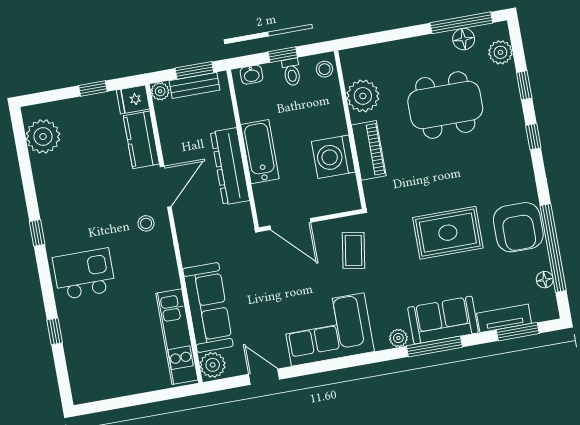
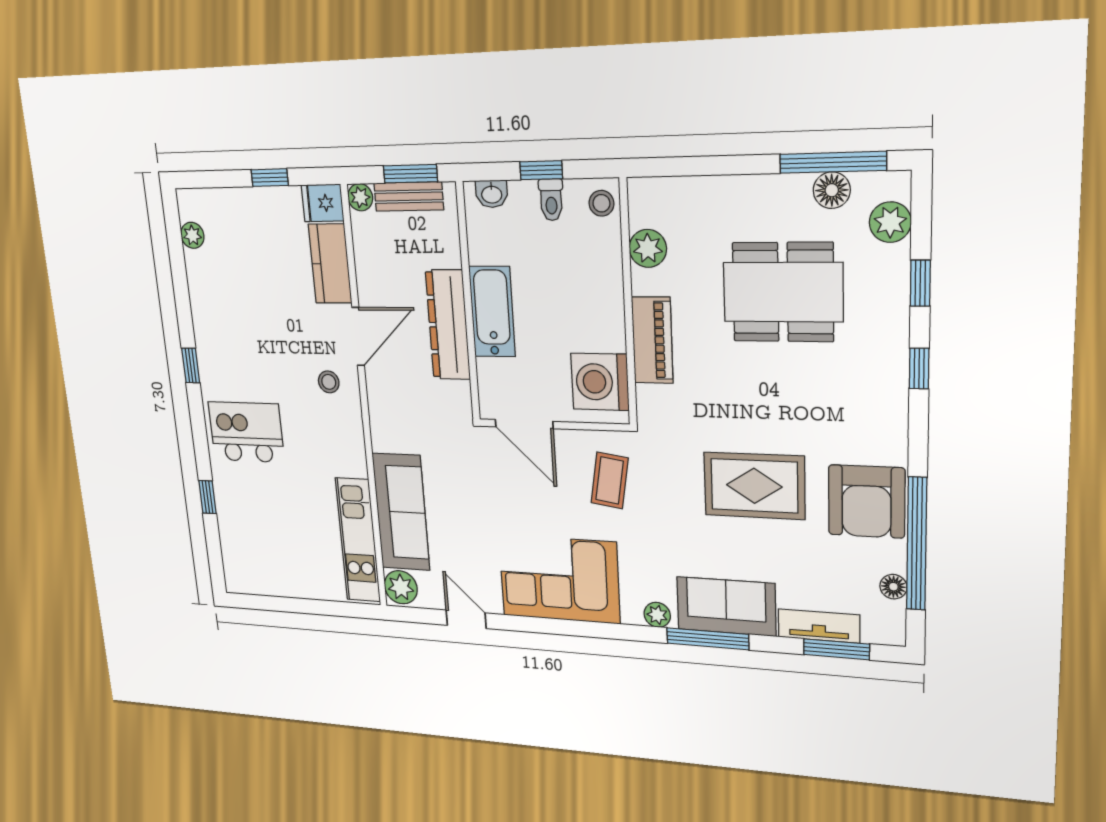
plant: (363, 96) -> (648, 248), width x0.73, depth x0.73
plant: (43, 136) -> (192, 235), width x0.53, depth x0.53
washing machine: (333, 157) -> (600, 382), moved

